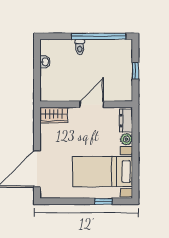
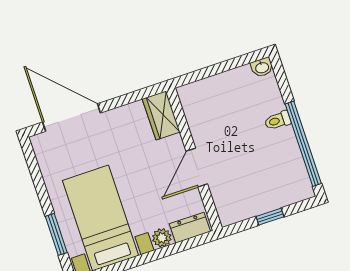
washbasin: (45, 62) -> (262, 67), moved
door: (92, 104) -> (197, 168), swing flipped
window: (103, 201) -> (56, 234), width x1.50

